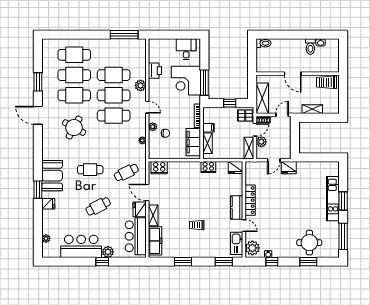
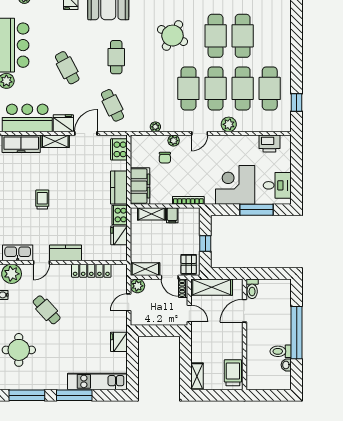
window: (124, 35) -> (297, 102), width x0.46
window: (296, 35) -> (297, 333), added
toilet: (264, 43) -> (252, 289), moved
cafe table: (74, 55) -> (270, 88), moved
printer: (155, 71) -> (269, 144), moved
door: (293, 74) -> (244, 311), moved
window: (204, 83) -> (256, 210), moved
shelving: (312, 109) -> (197, 376), moved
filing cabinet: (193, 142) -> (140, 186), moved, turned 90
plant: (261, 142) -> (137, 286), moved
door: (274, 160) -> (129, 302), hinge flipped
kitchen counter: (188, 168) -> (119, 188), added
fridge: (235, 168) -> (119, 235), moved
fridge: (289, 168) -> (119, 342), moved
kitchen unit: (333, 199) -> (97, 381), moved
locker: (250, 200) -> (91, 271), moved
window: (343, 201) -> (74, 395), width x1.44
cafe table: (279, 222) -> (47, 310), added

